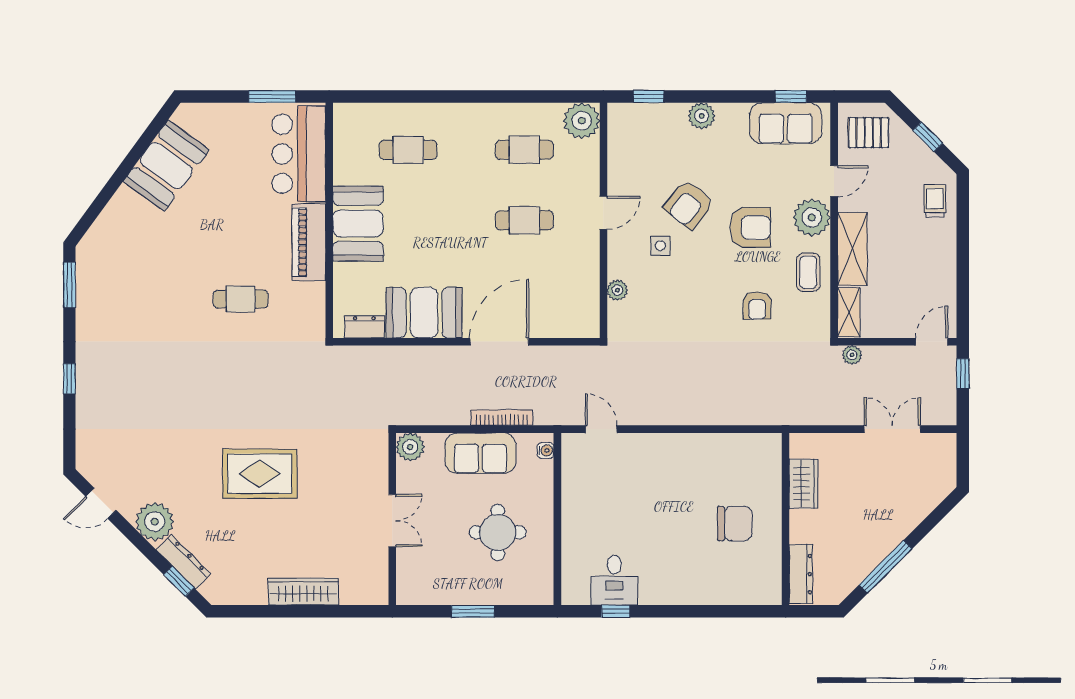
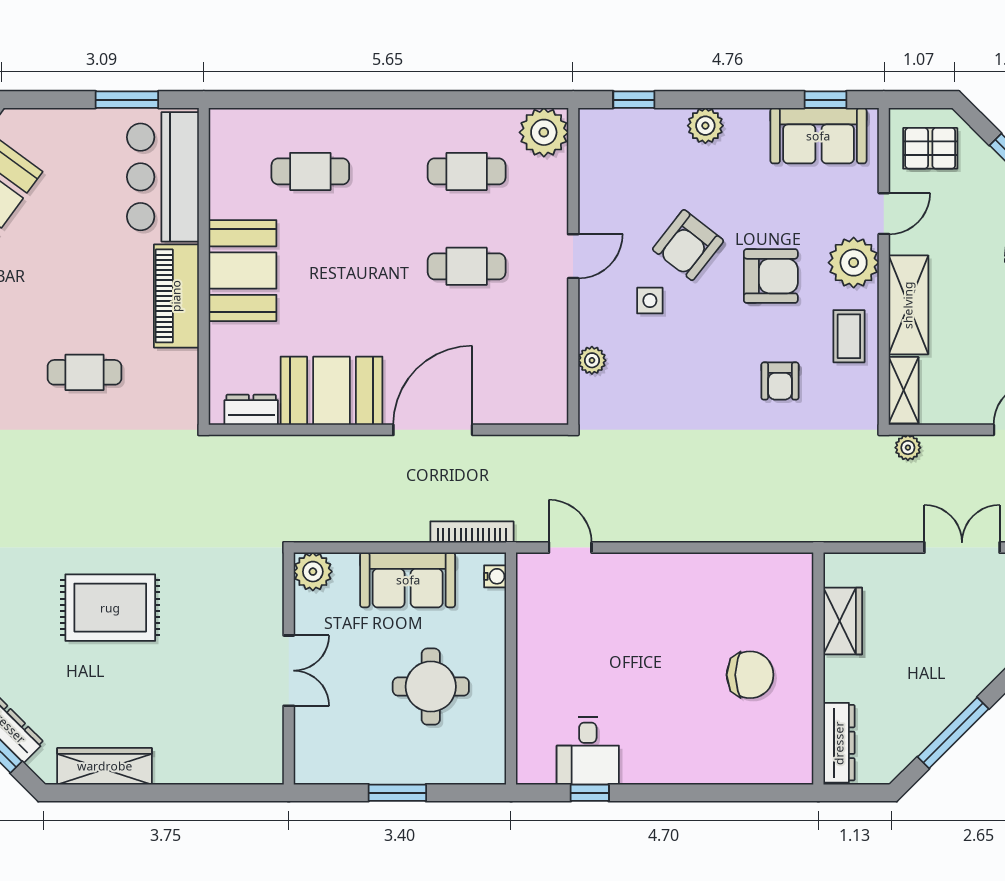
bookcase: (502, 418) -> (472, 532), moved
wardrobe: (303, 592) -> (105, 766), moved

